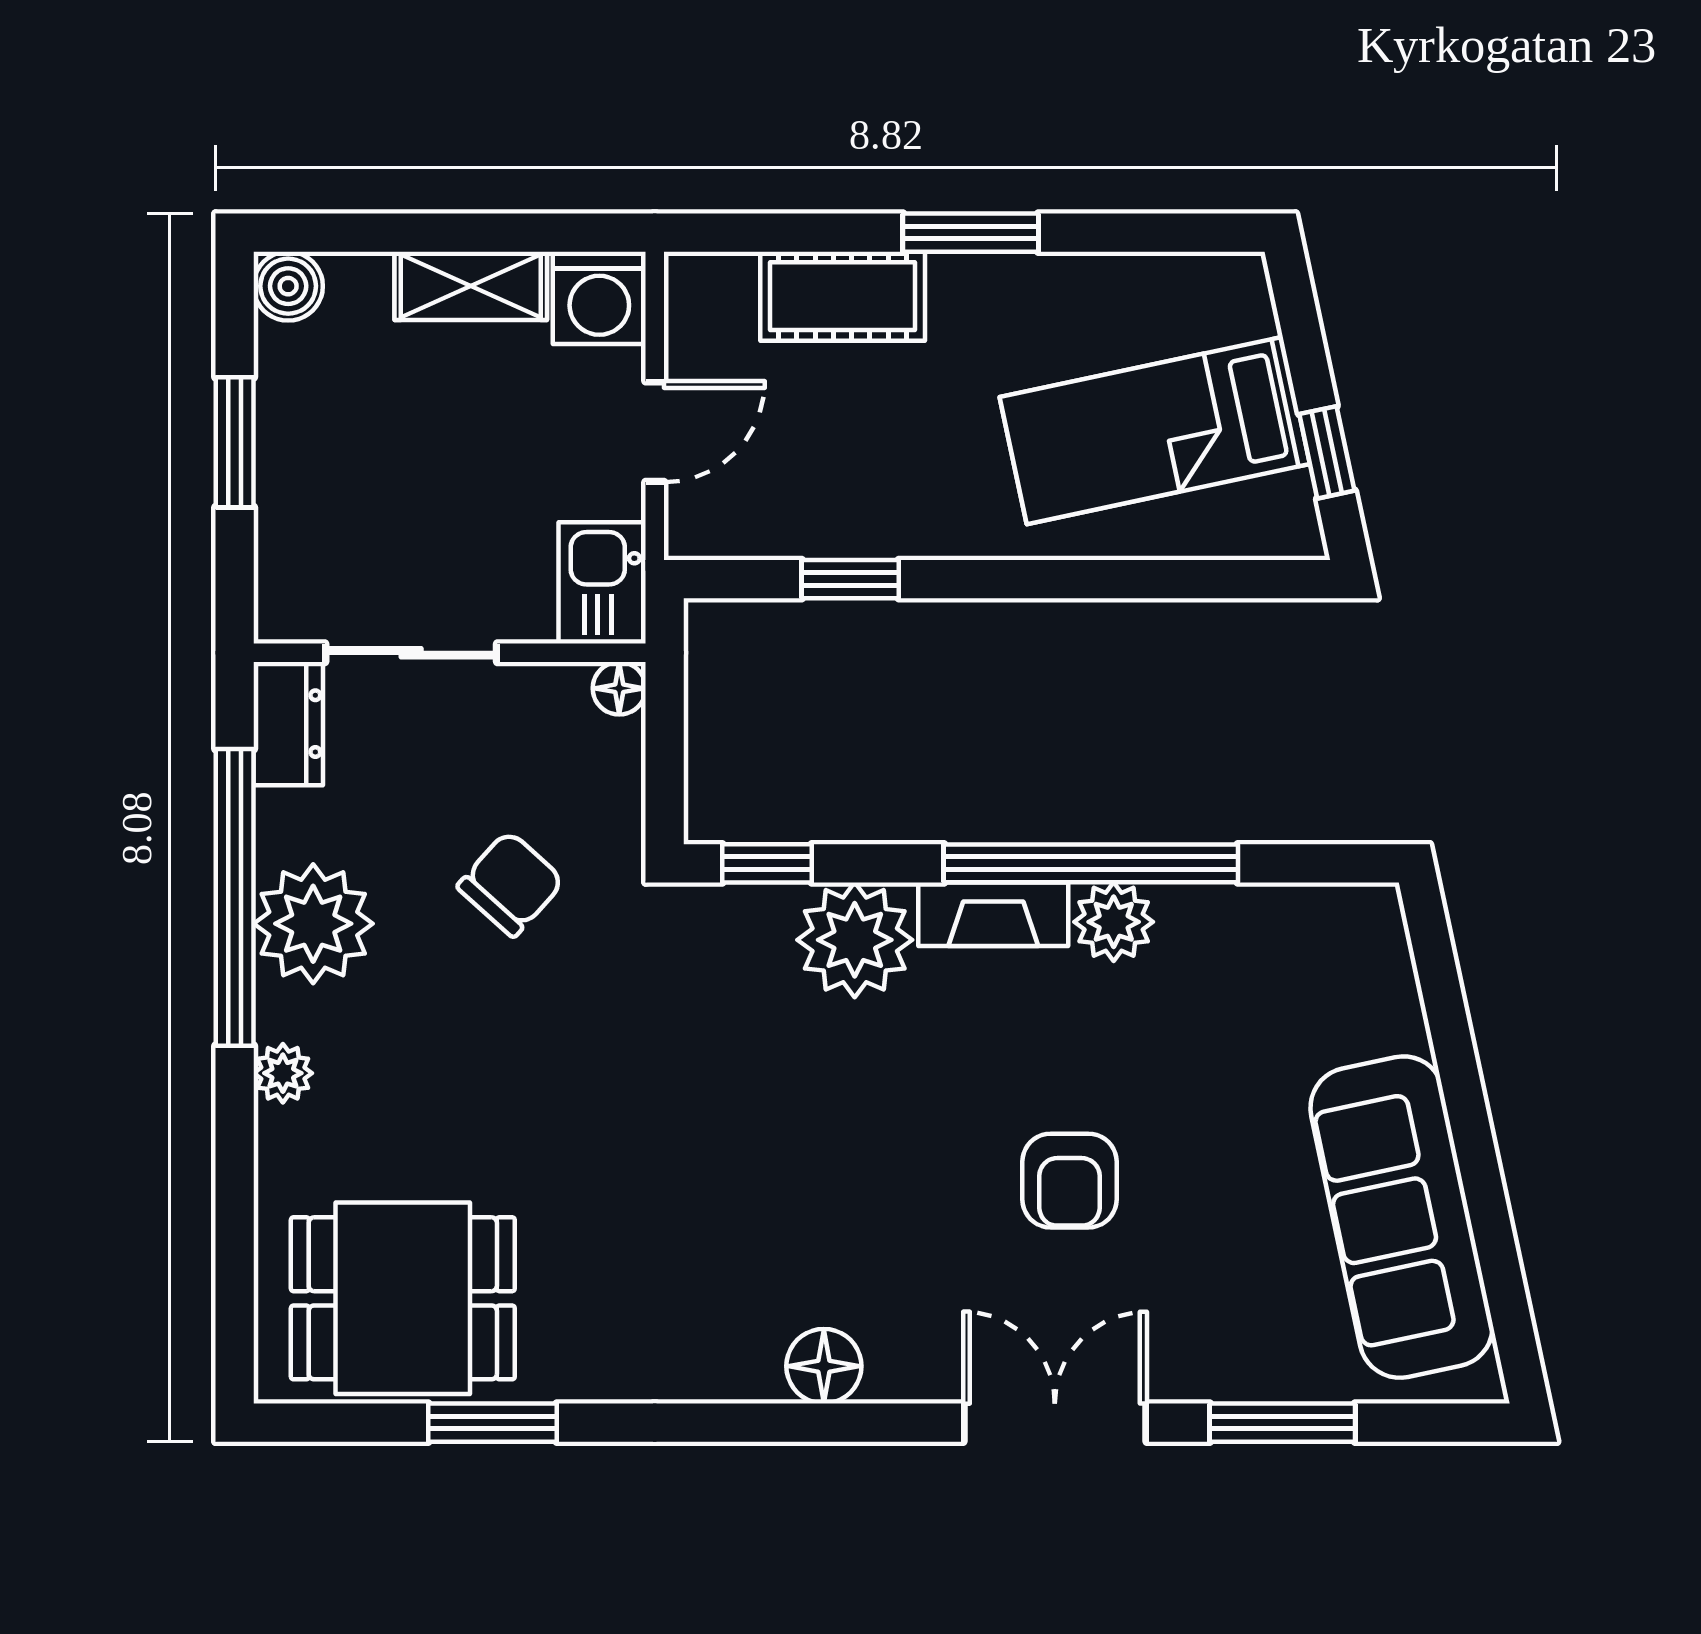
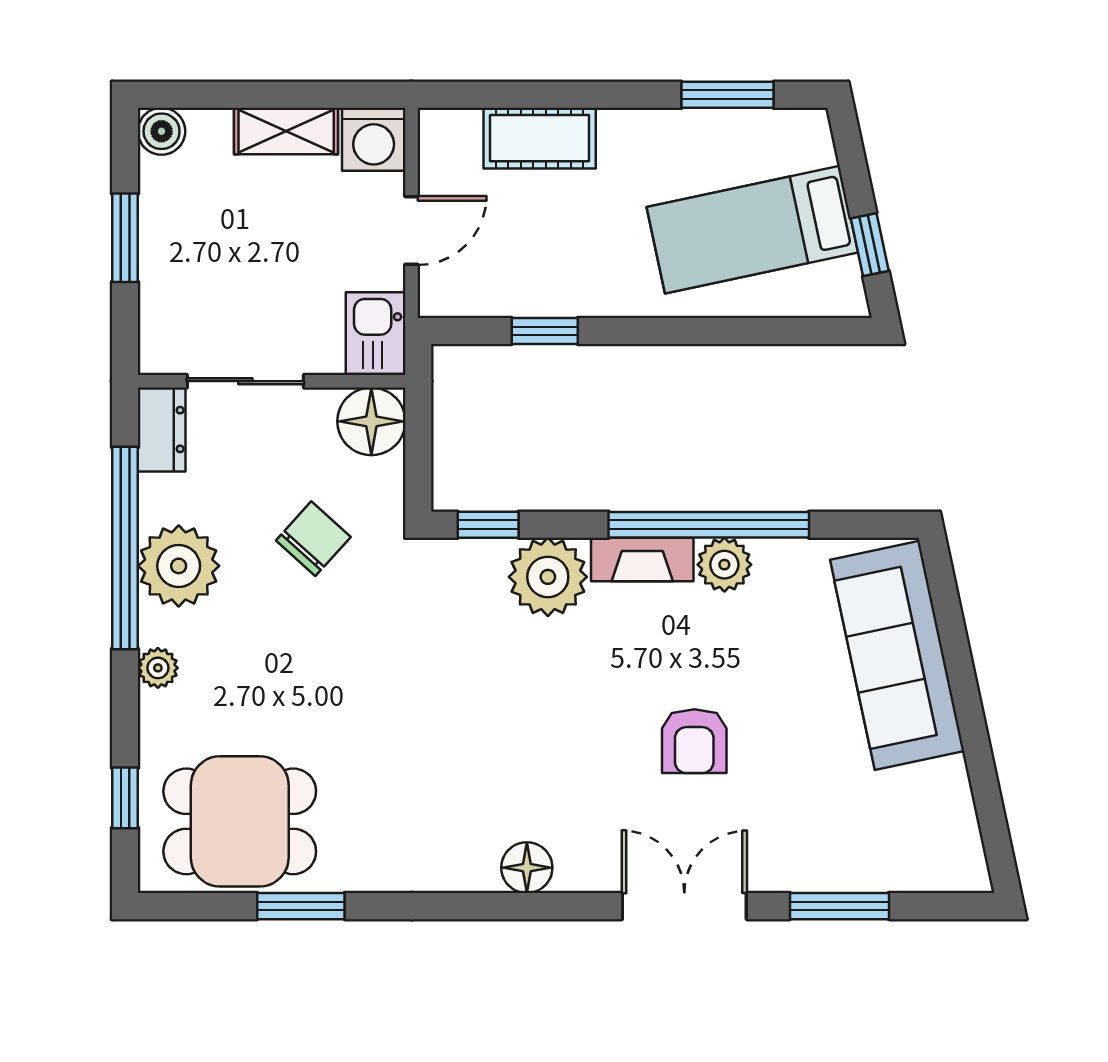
window: (971, 233) -> (727, 95), moved
floor lamp: (619, 688) -> (371, 421), width x1.89, depth x1.89
sofa: (1402, 1217) -> (897, 655), moved
window: (235, 1264) -> (125, 798), added

